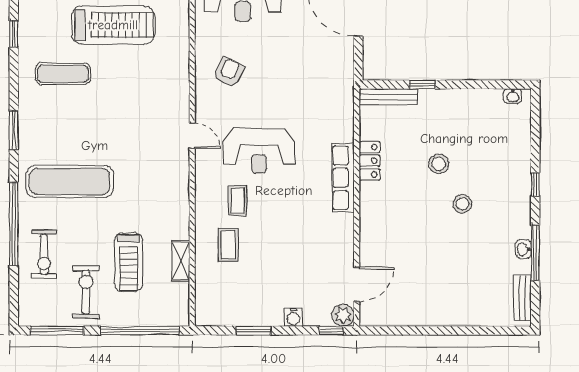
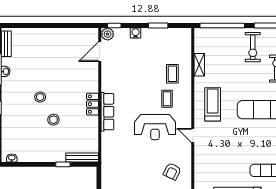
reception desk: (259, 151) -> (155, 127), turned 180
locker: (370, 161) -> (93, 104), moved
treadmill: (129, 262) -> (213, 104), moved

